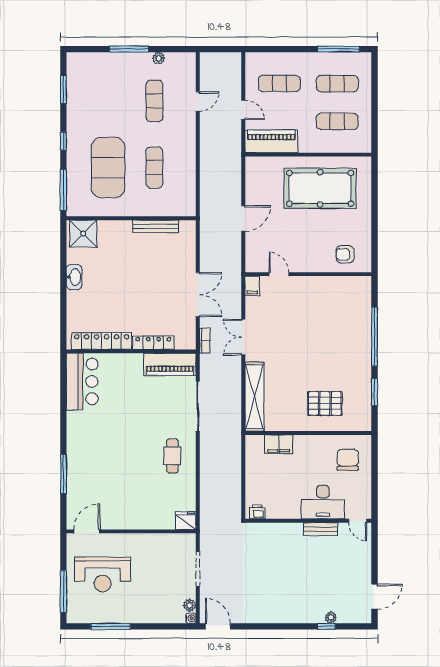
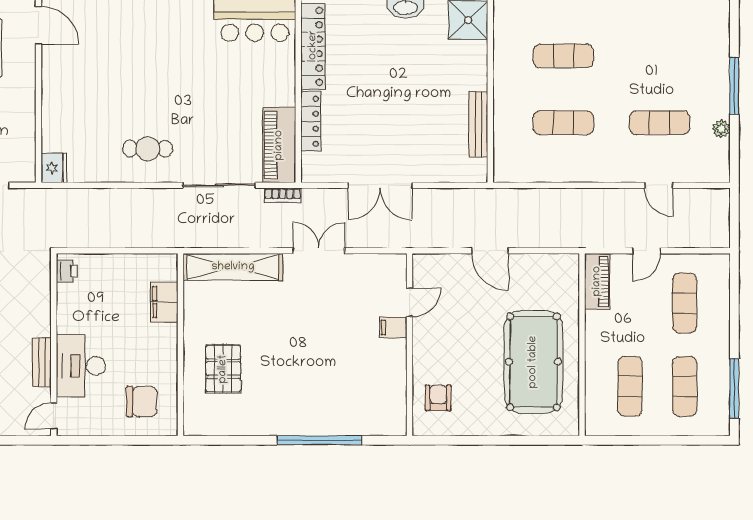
piano: (271, 141) -> (597, 281), width x0.73, depth x0.75
exercise mat: (108, 168) -> (563, 56), width x0.50, depth x0.69
filing cabinet: (252, 286) -> (393, 327), moved
bookcase: (205, 341) -> (283, 195), moved
window: (375, 392) -> (239, 440), removed

